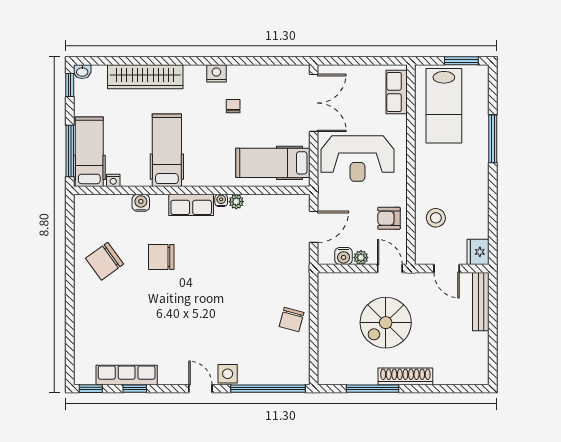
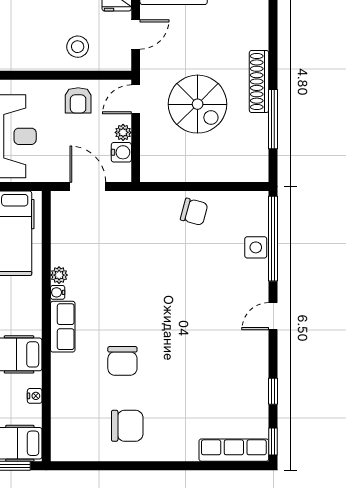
nightstand: (113, 180) -> (35, 396), moved
water cooler: (141, 203) -> (60, 384), removed
chair: (105, 261) -> (127, 426), turned -54
side table: (228, 374) -> (256, 247), moved
row of seats: (127, 375) -> (234, 450), moved, turned 90

